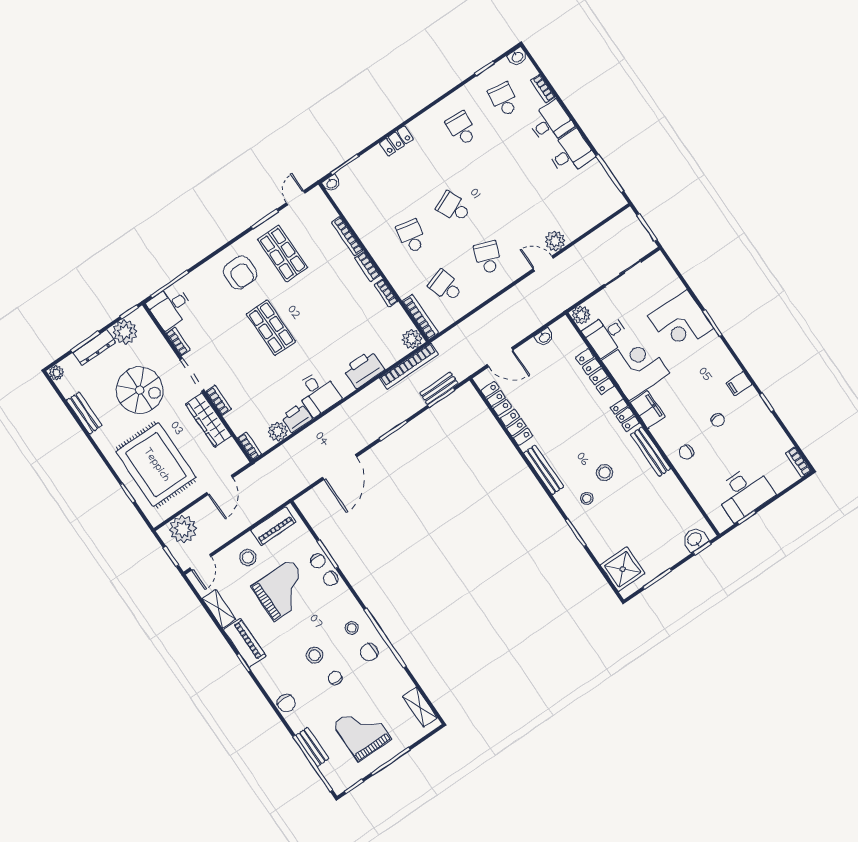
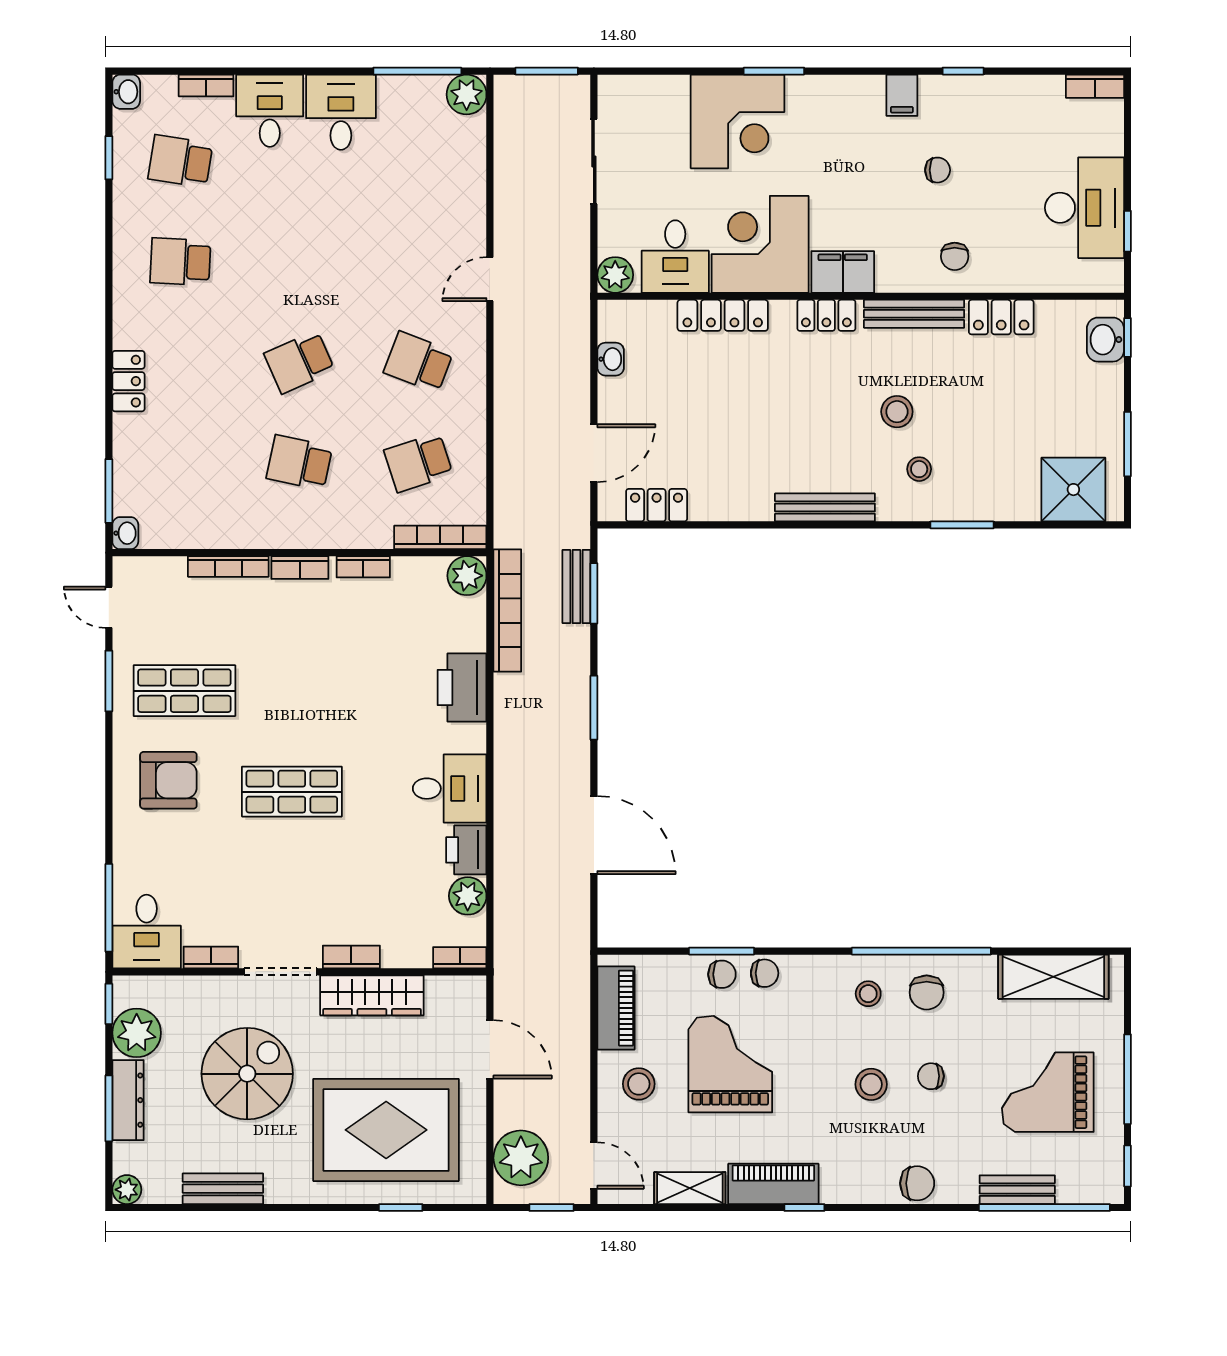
plant: (555, 241) -> (467, 94), moved
locker: (516, 427) -> (1001, 317), moved, turned 180
chair: (331, 579) -> (765, 973), turned -90
shelving: (420, 707) -> (1053, 977), width x1.50, depth x1.33

